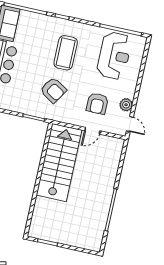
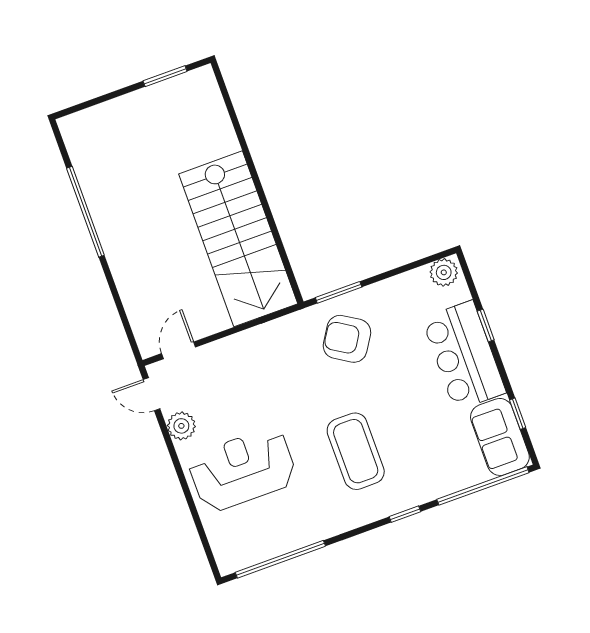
reception desk: (114, 56) -> (243, 470), moved, turned 90
armchair: (53, 90) -> (347, 339), moved
armchair: (97, 103) -> (237, 394), removed
door: (92, 131) -> (179, 350), moved

